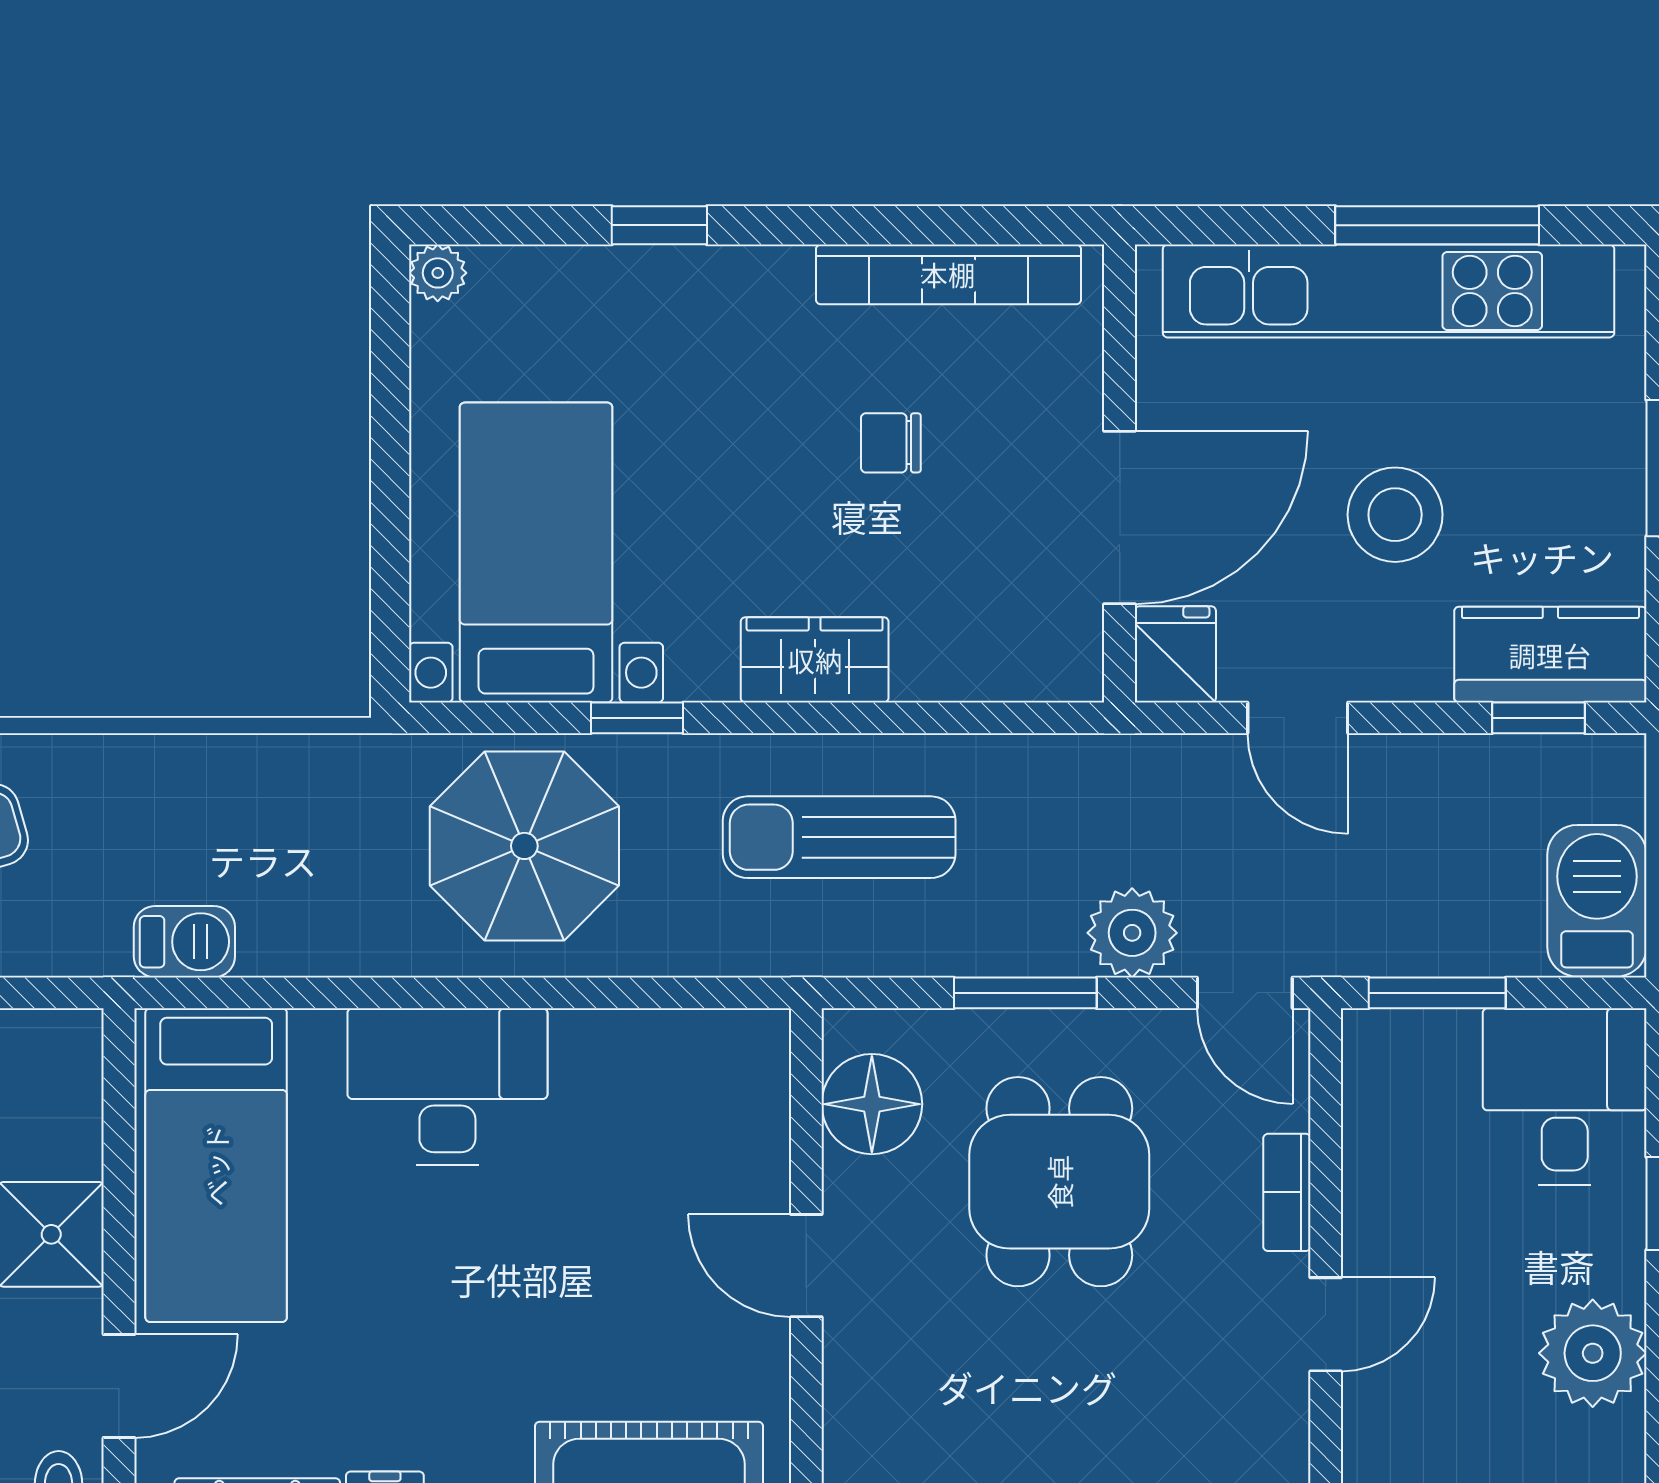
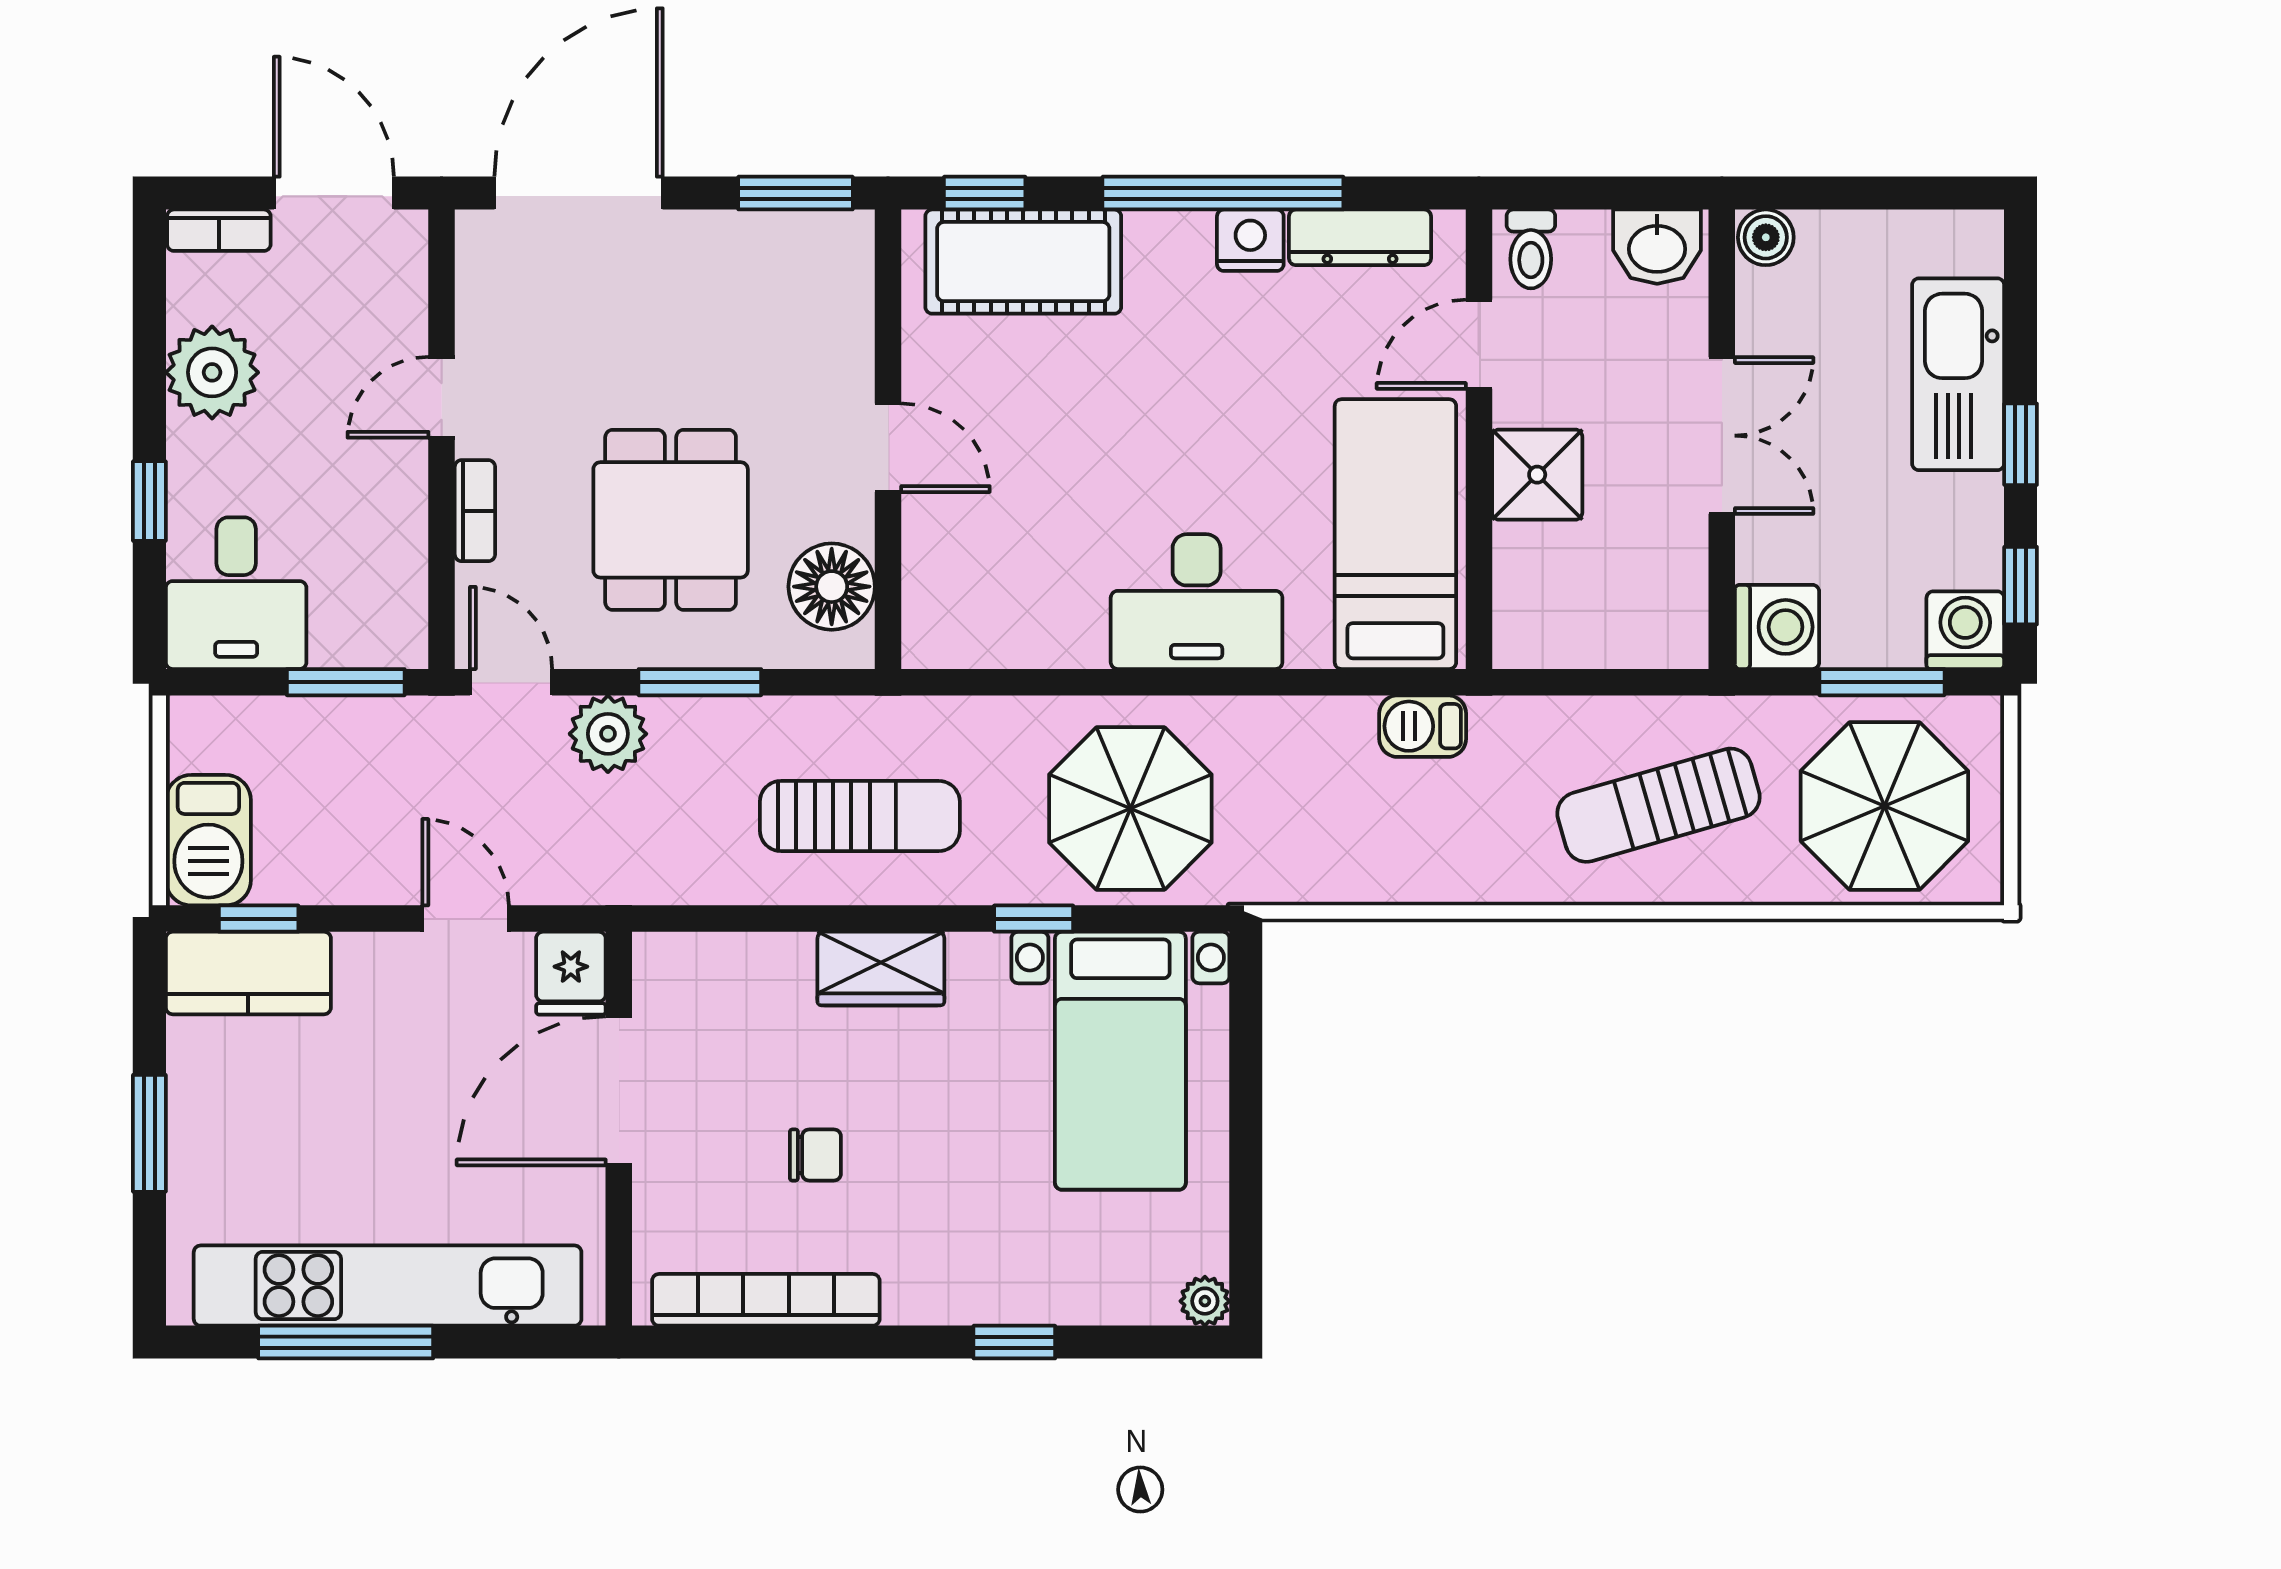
stool: (1395, 515) -> (382, 1093), removed
barbecue: (1597, 901) -> (208, 840), moved

